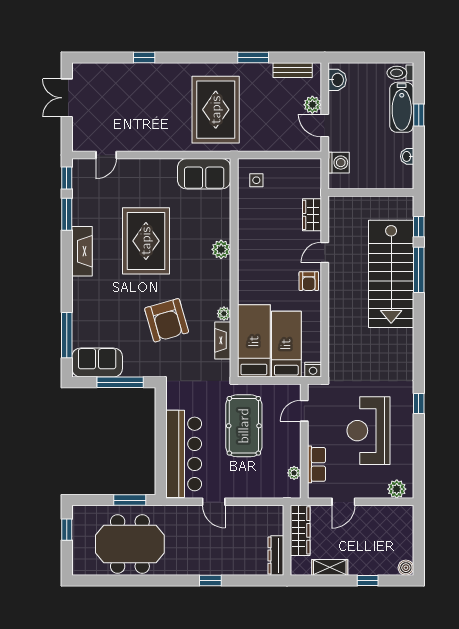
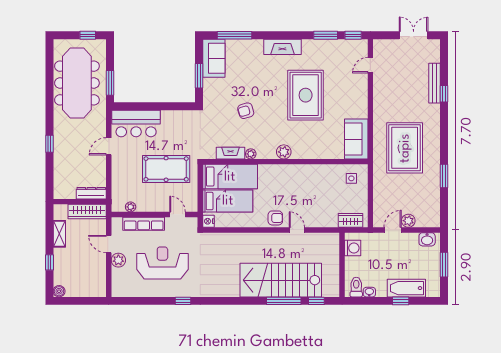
window: (371, 58) -> (444, 265), added
bench: (293, 70) -> (434, 83), moved, width x1.36
toilet: (400, 73) -> (356, 287), moved
rug: (216, 110) -> (405, 148), turned 90
door: (106, 155) -> (370, 65), hinge flipped
washing machine: (339, 163) -> (353, 248), moved, turned -90
wardrobe: (312, 215) -> (350, 220), moved
rug: (146, 241) -> (306, 95), turned 90
plant: (221, 249) -> (284, 152), moved
fireplace: (82, 251) -> (282, 47), moved
armchair: (309, 281) -> (275, 218), turned 180
armchair: (167, 320) -> (246, 111), width x0.53, depth x0.53
window: (120, 382) -> (199, 76), width x0.69
bar counter: (184, 454) -> (136, 124), width x0.73
row of seats: (316, 464) -> (144, 224), width x1.48
plant: (397, 489) -> (118, 260), moved
meeting table: (130, 544) -> (77, 83), width x1.36
dresser: (276, 556) -> (91, 193), moved

